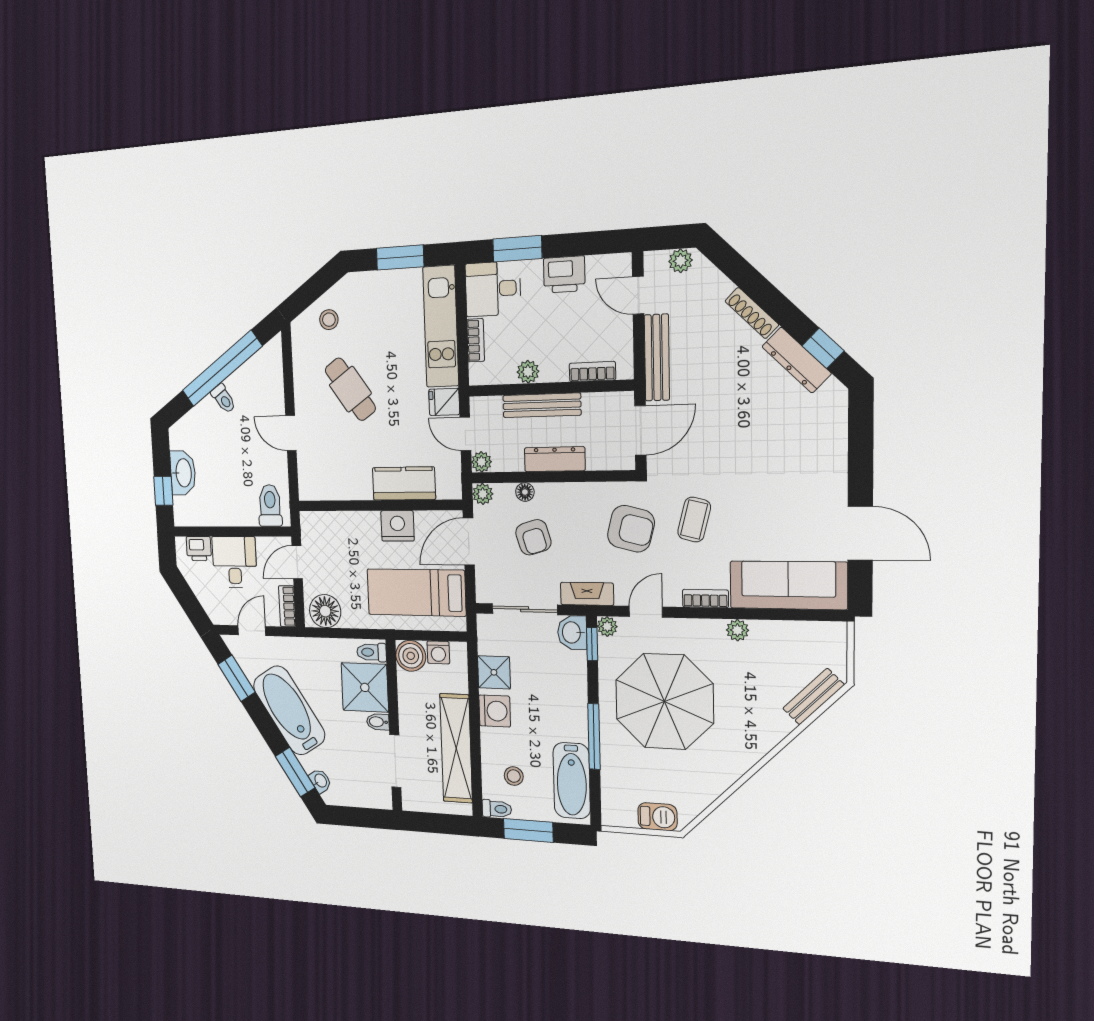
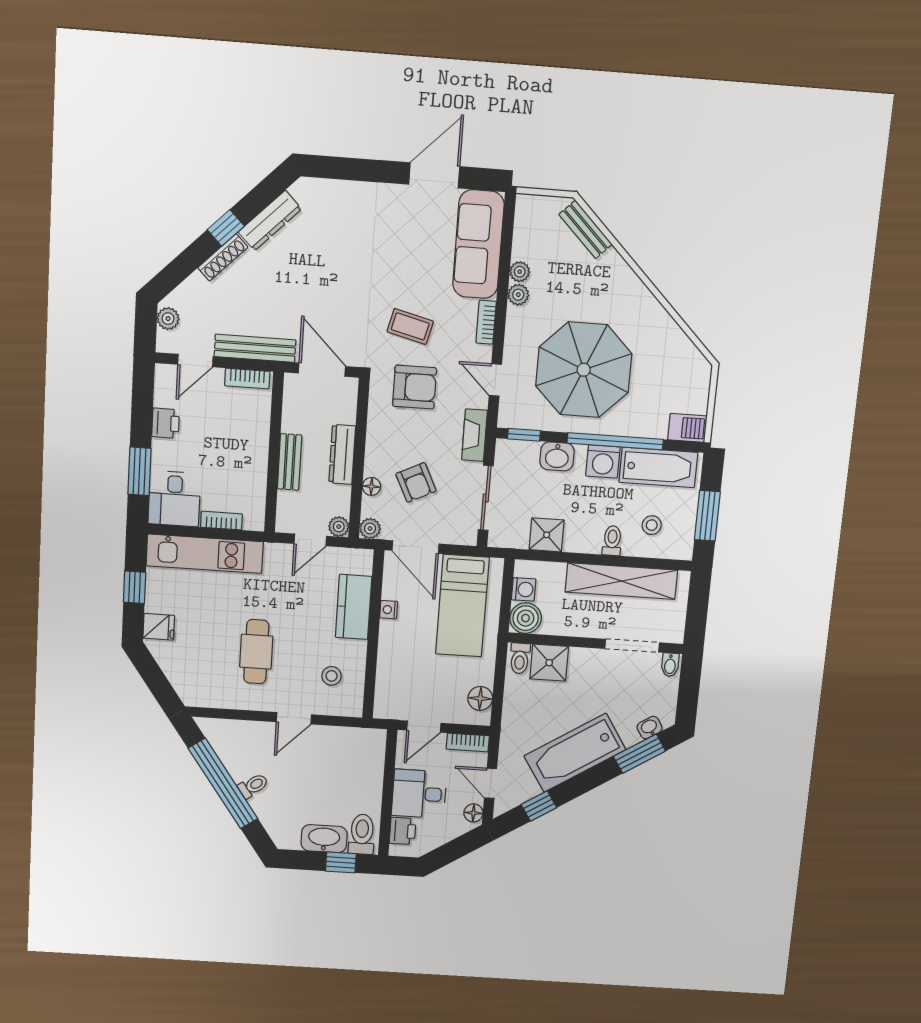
window: (400, 257) -> (135, 587), width x0.67
printer: (564, 274) -> (166, 423), width x0.73, depth x0.81
stool: (329, 320) -> (332, 676), moved
window: (823, 348) -> (226, 228), moved
bookcase: (592, 371) -> (247, 379), moved, turned -90
plant: (528, 372) -> (256, 472), removed
cafe table: (350, 389) -> (256, 652), turned -55
fridge: (444, 402) -> (159, 627), moved, turned -90
bench: (542, 405) -> (290, 462), width x0.73
toilet: (270, 506) -> (362, 834), moved, turned 90
nightstand: (397, 526) -> (389, 610), width x0.53, depth x0.56
armchair: (631, 529) -> (415, 387), turned 76
armchair: (533, 537) -> (416, 482), turned 81
door: (297, 562) -> (424, 727), hinge flipped
floor lamp: (325, 611) -> (480, 698), width x0.73, depth x0.73
floor lamp: (223, 616) -> (473, 813), added
plant: (607, 626) -> (520, 272), moved
washbasin: (572, 632) -> (557, 456), moved
window: (236, 678) -> (539, 806), width x0.67
shower: (365, 687) -> (549, 663), width x0.73, depth x0.73
washing machine: (495, 711) -> (603, 461), moved, turned 180
bidet: (378, 722) -> (670, 665), moved
window: (594, 737) -> (615, 441), width x1.46
toilet: (497, 809) -> (612, 541), moved
barbecue: (657, 817) -> (687, 428), moved, turned 90

